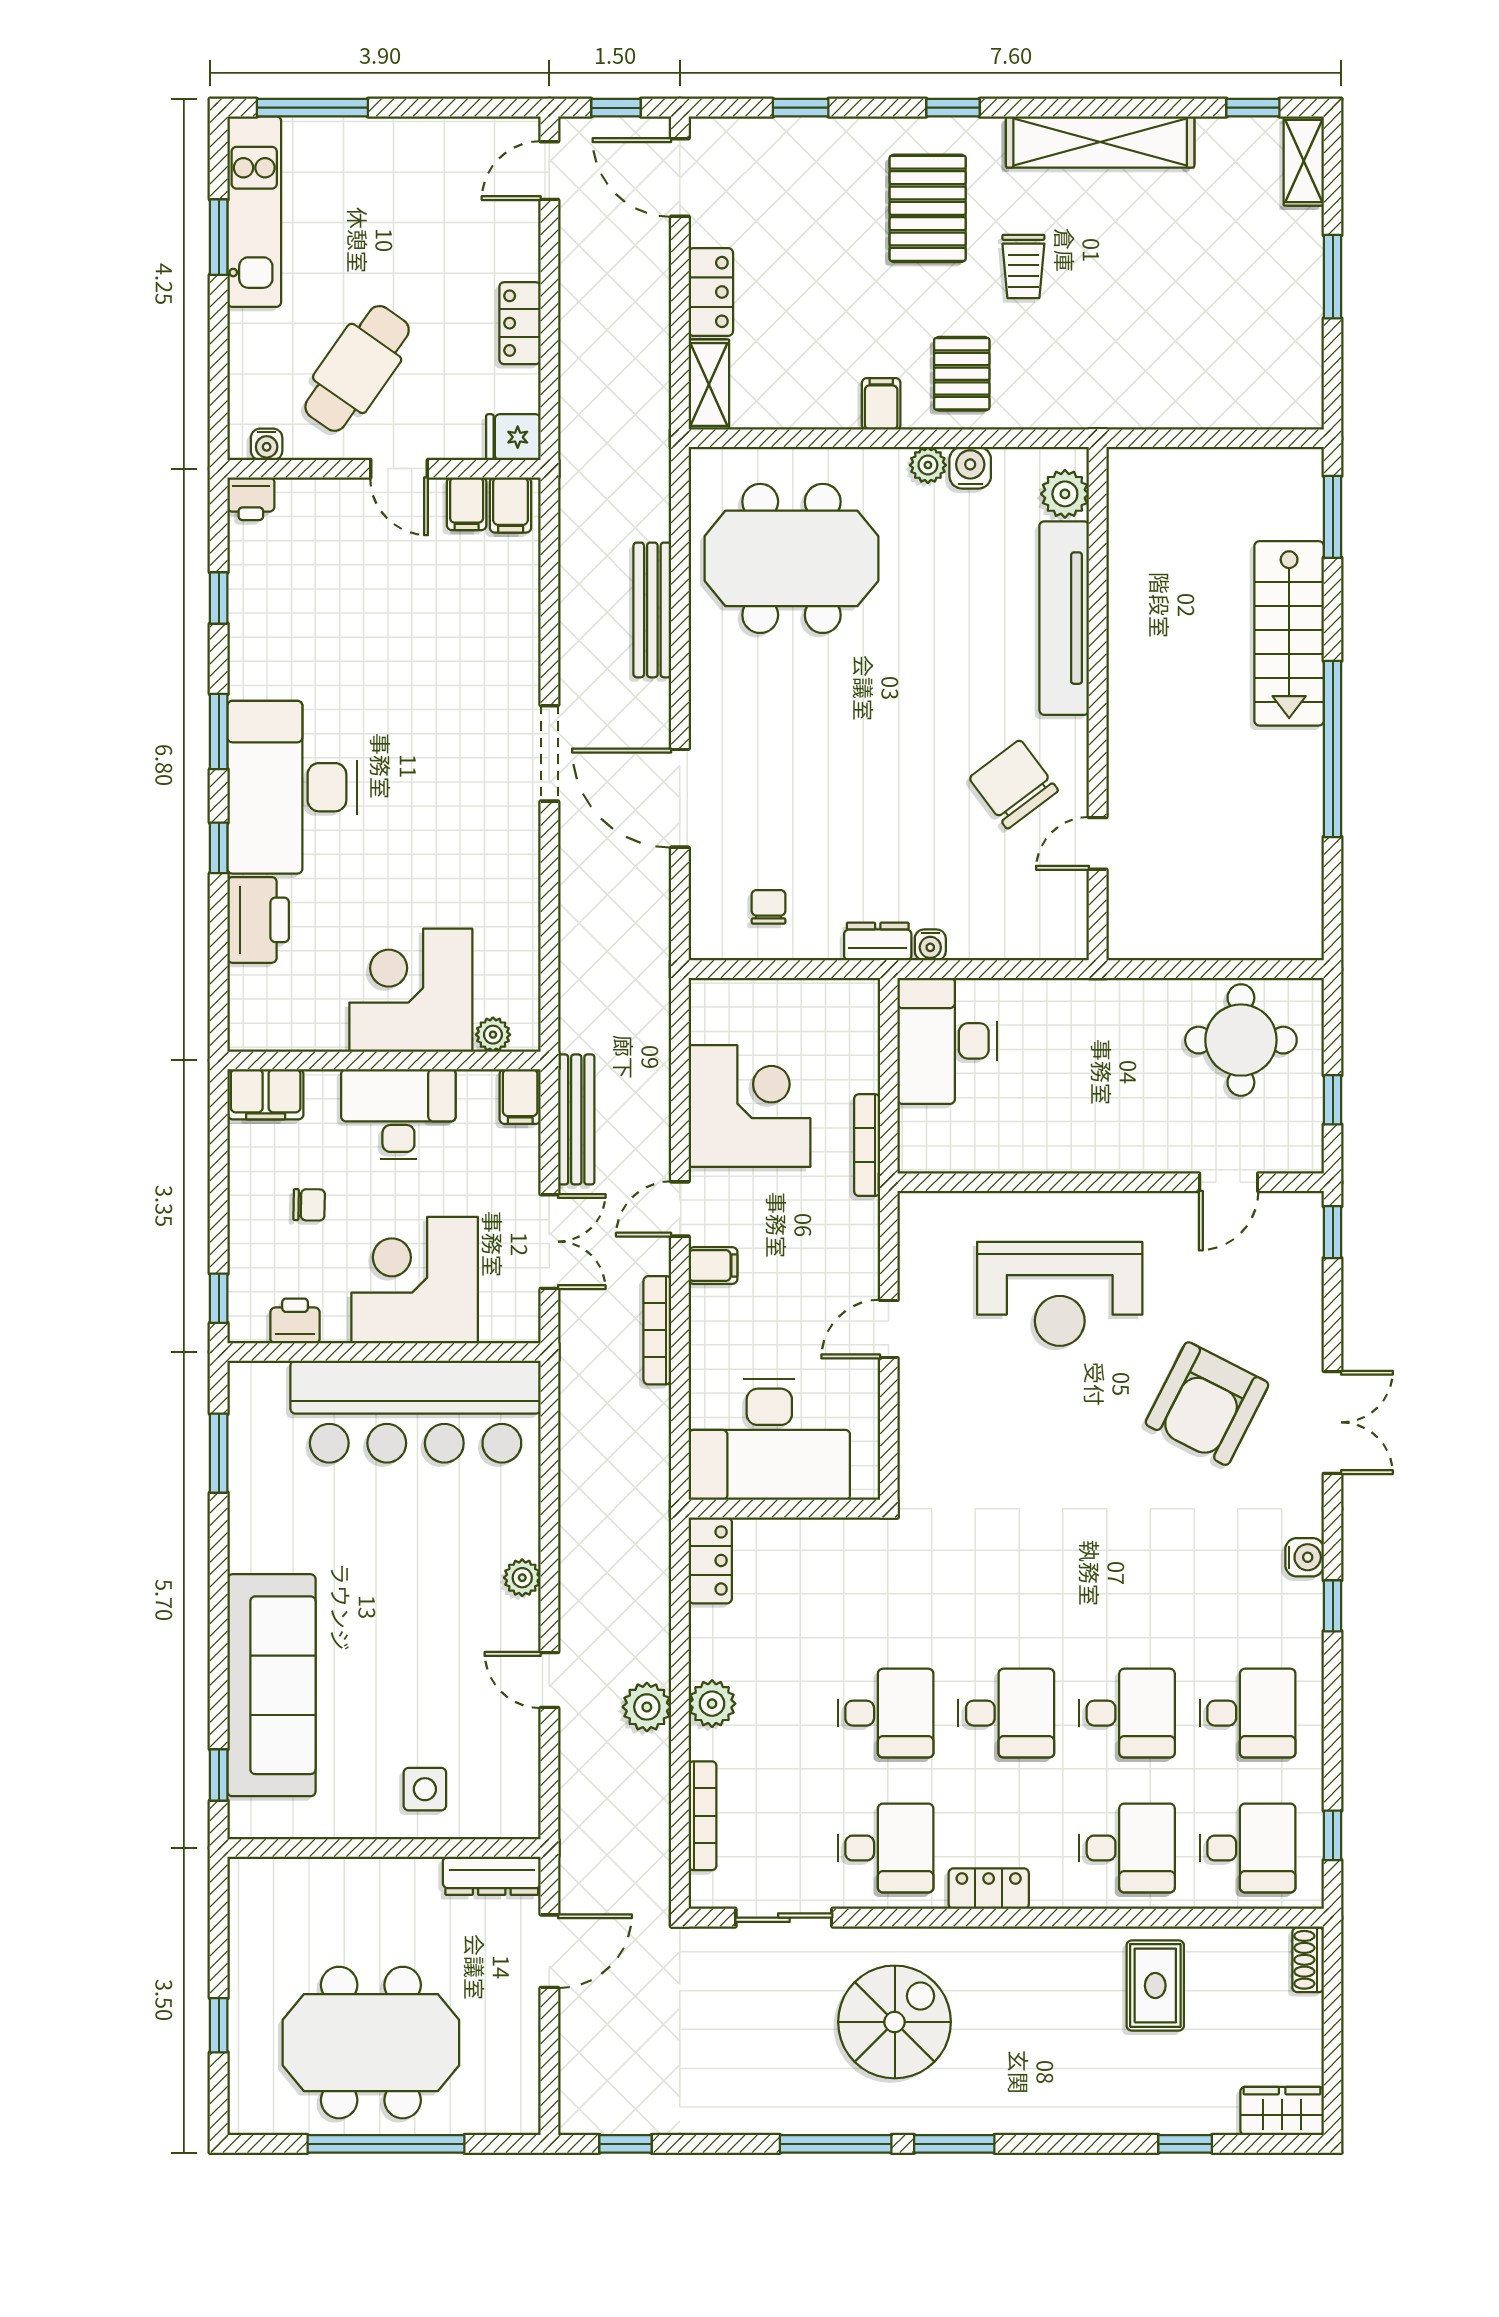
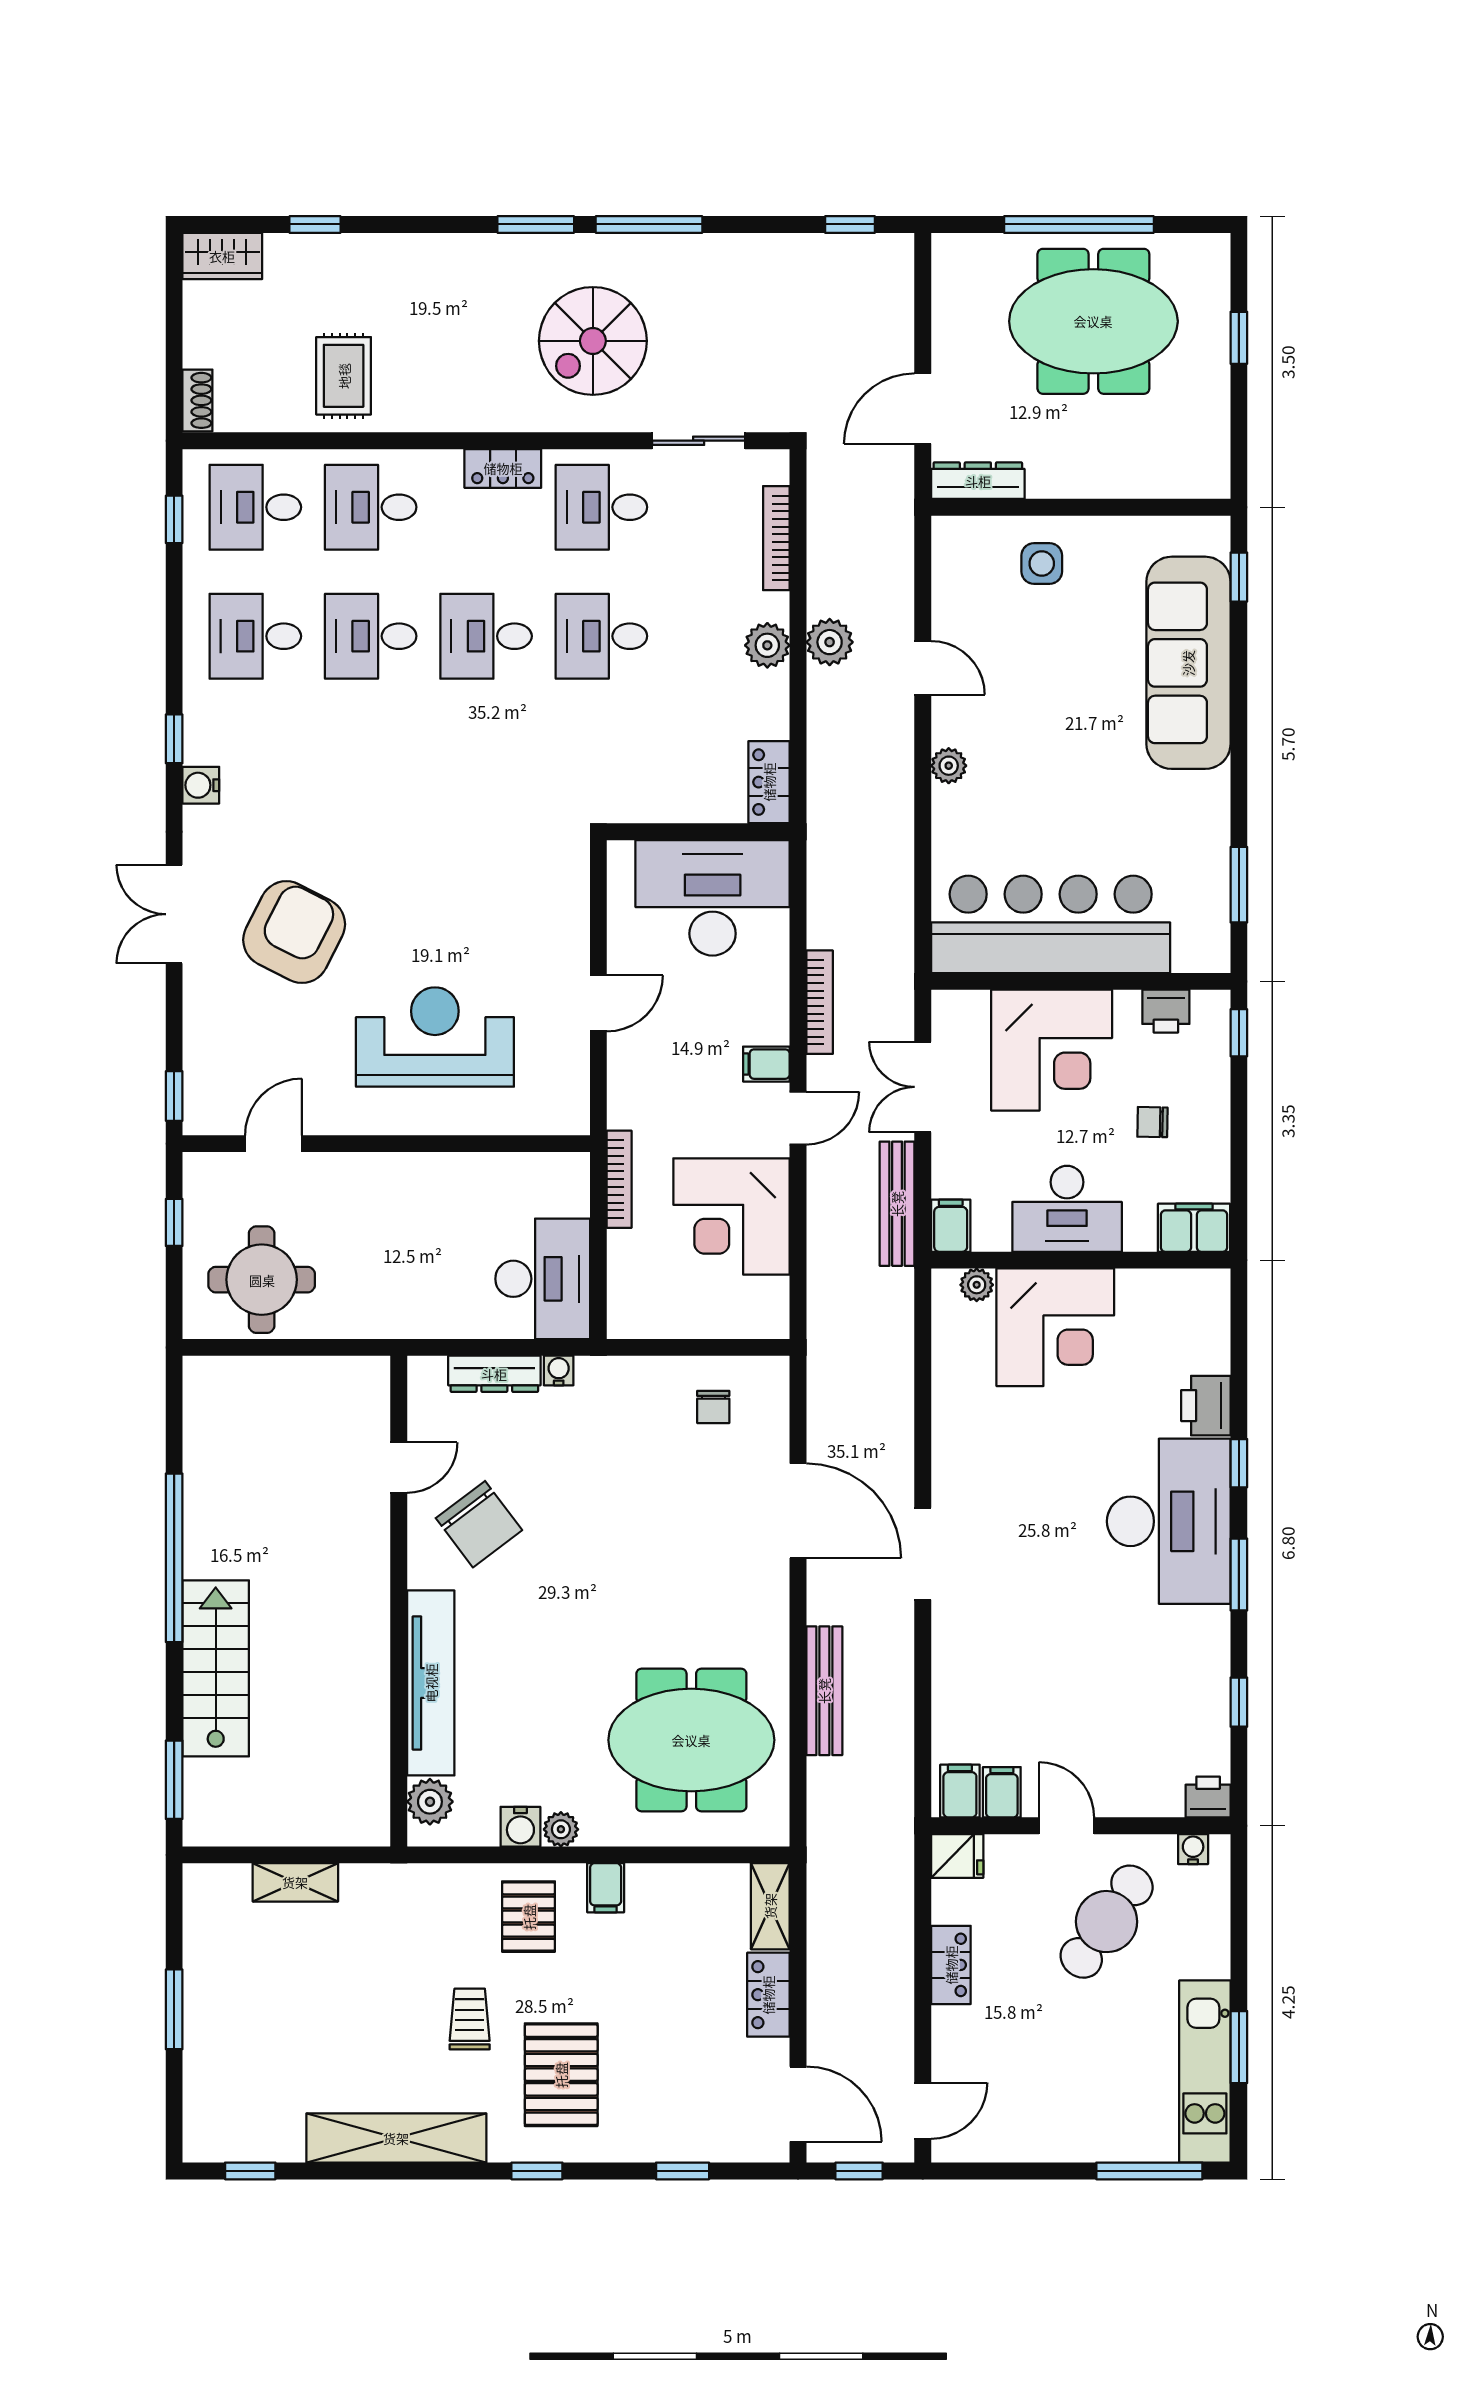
shelving: (1304, 161) -> (295, 1882), moved, turned 90
printer: (258, 920) -> (1206, 1406), width x0.73, depth x0.84
dresser: (878, 941) -> (494, 1374), moved, width x1.44

